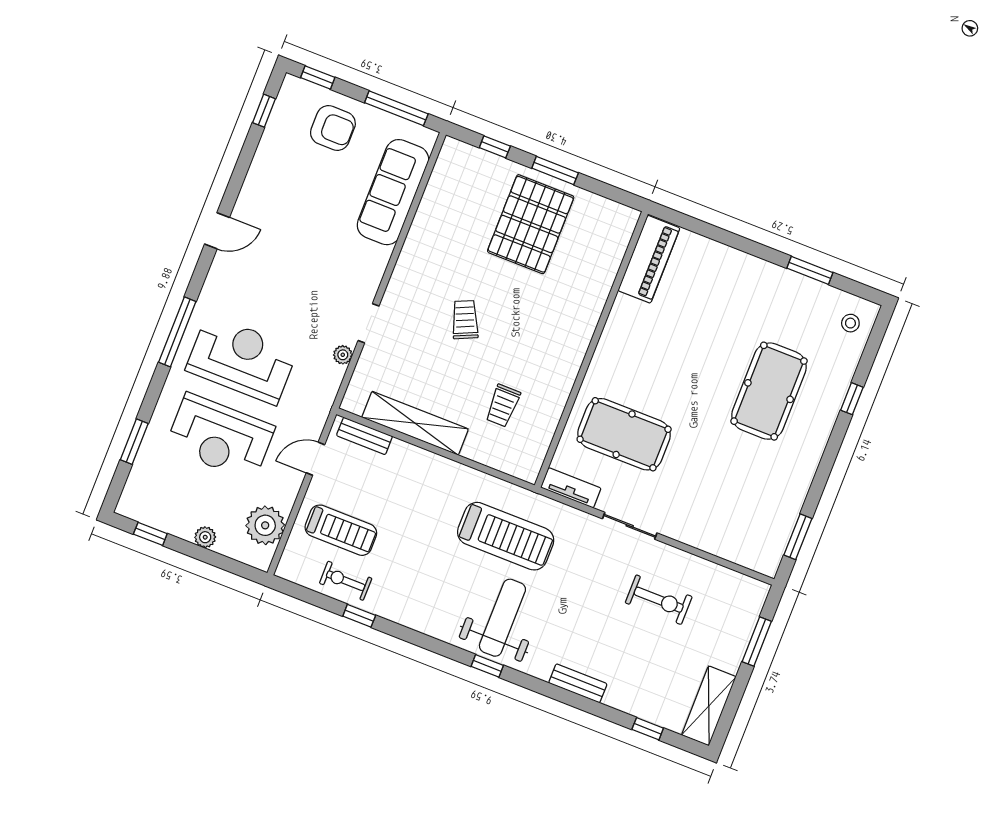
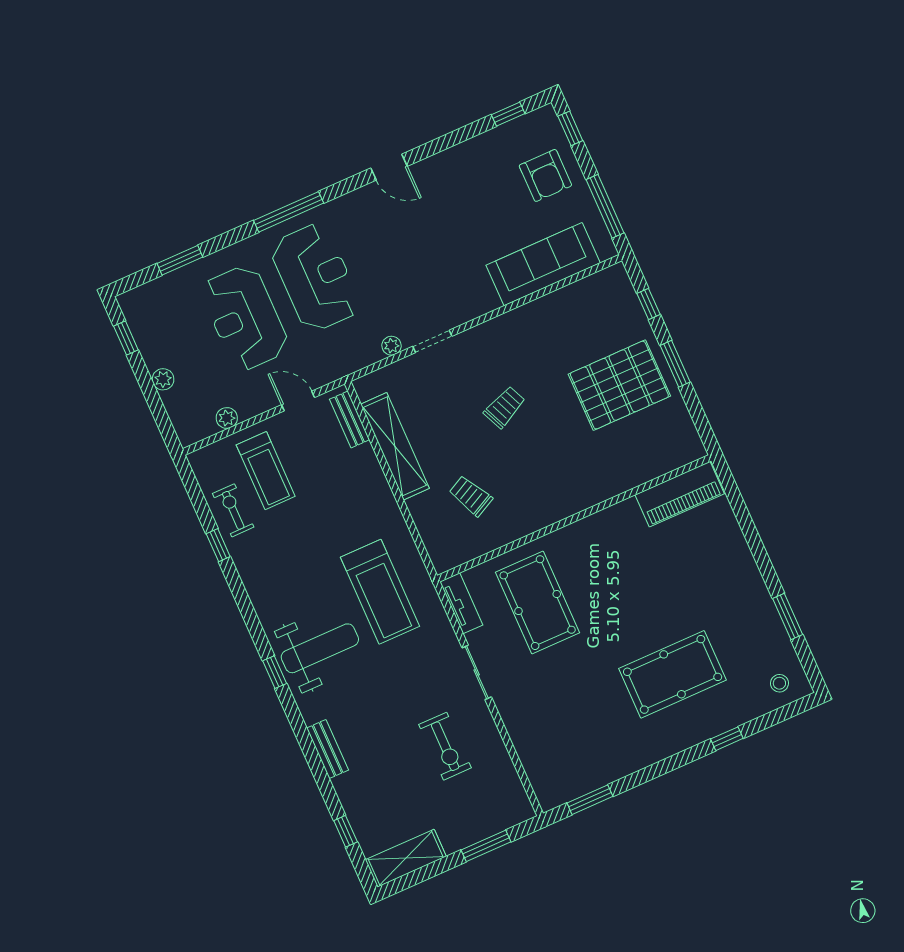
trolley: (503, 406) -> (471, 496), turned 63
plant: (265, 525) -> (227, 418), width x0.53, depth x0.53

